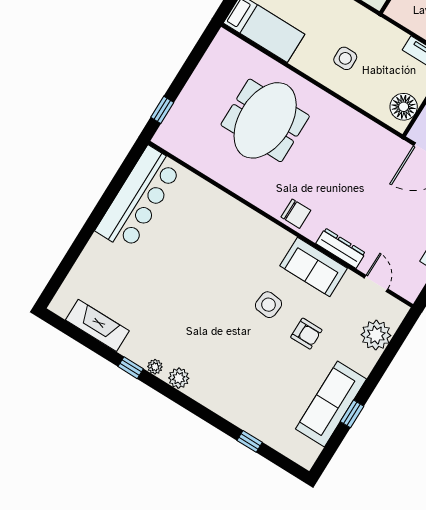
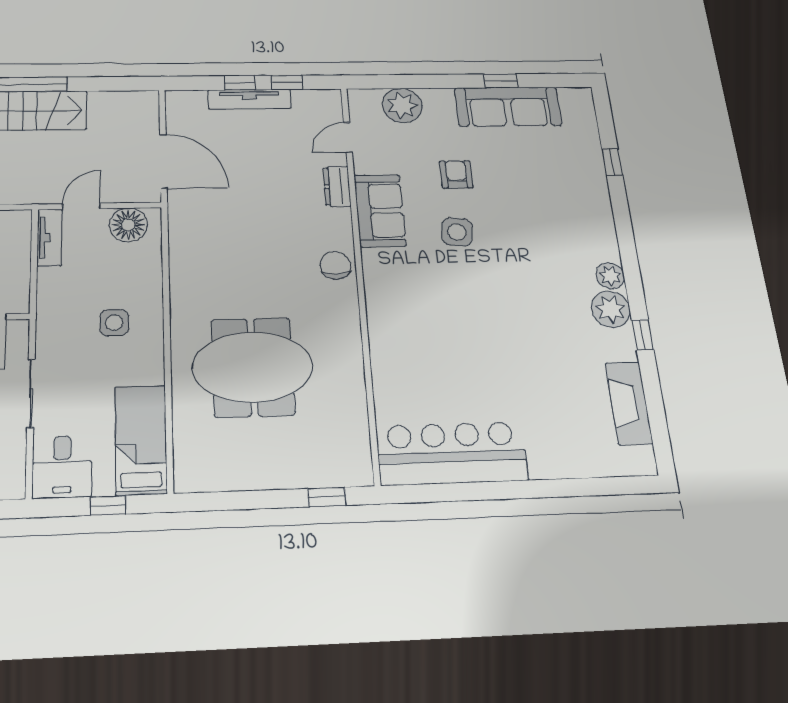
dresser: (341, 248) -> (337, 187), width x0.70
plant: (155, 367) -> (611, 309), width x1.87, depth x1.87

